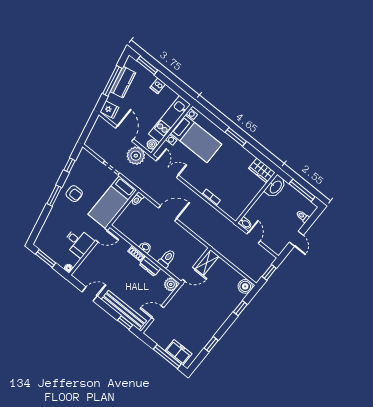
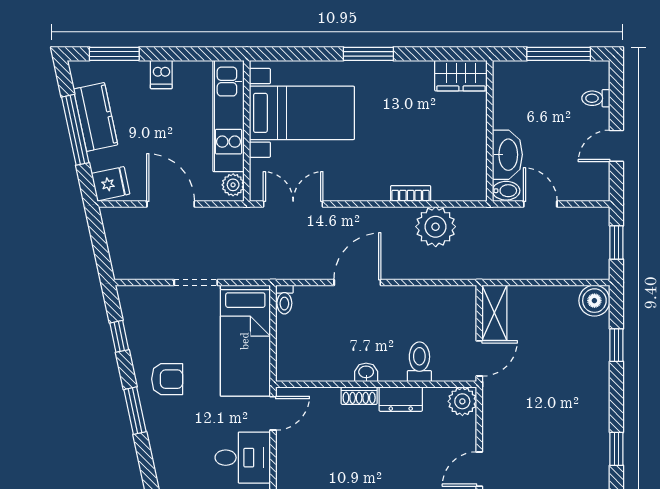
plant: (136, 156) -> (436, 227), moved
washbasin: (275, 187) -> (507, 155), moved
door: (296, 239) -> (616, 146), swing flipped

